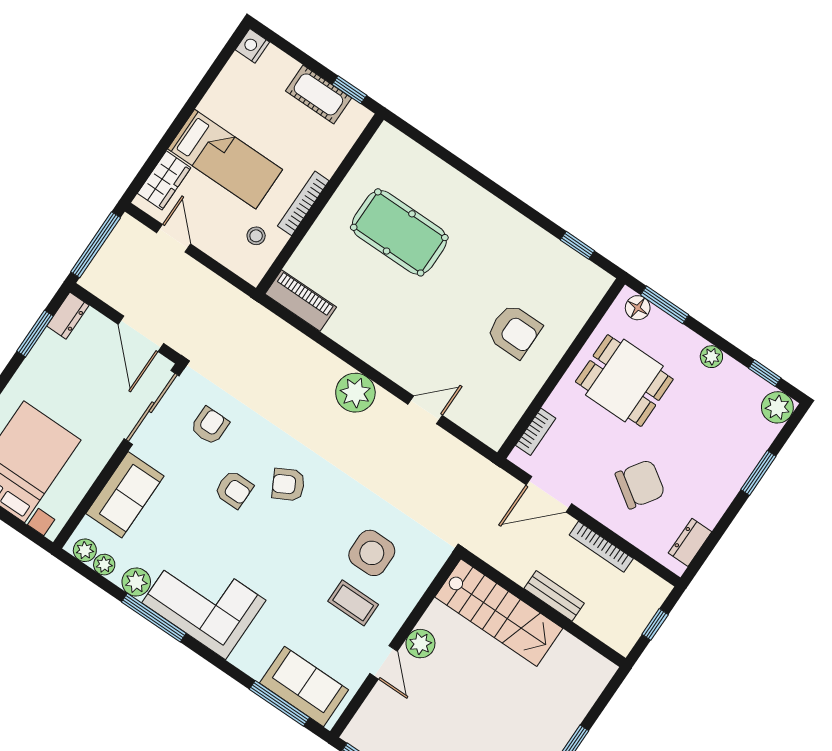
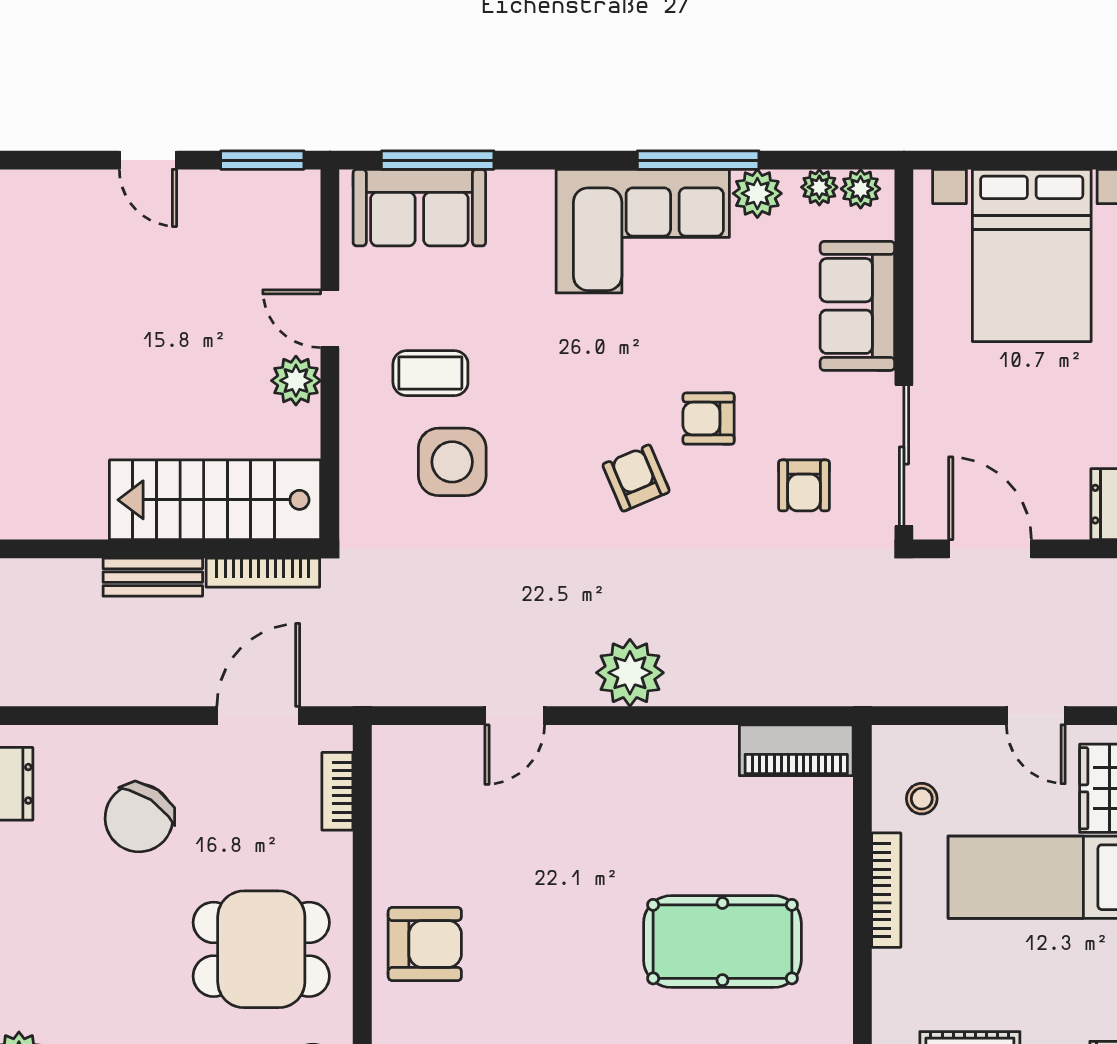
armchair: (514, 331) -> (425, 944), moved, turned 180
armchair: (288, 485) -> (636, 478), turned -85
bookcase: (601, 547) -> (263, 573), moved, turned 180

